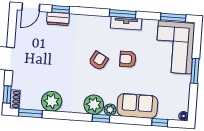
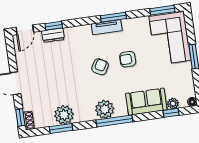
tv unit: (126, 23) -> (107, 27), moved
plant: (110, 110) -> (173, 103), moved
window: (30, 113) -> (61, 129), moved
window: (101, 118) -> (114, 121), width x2.17

